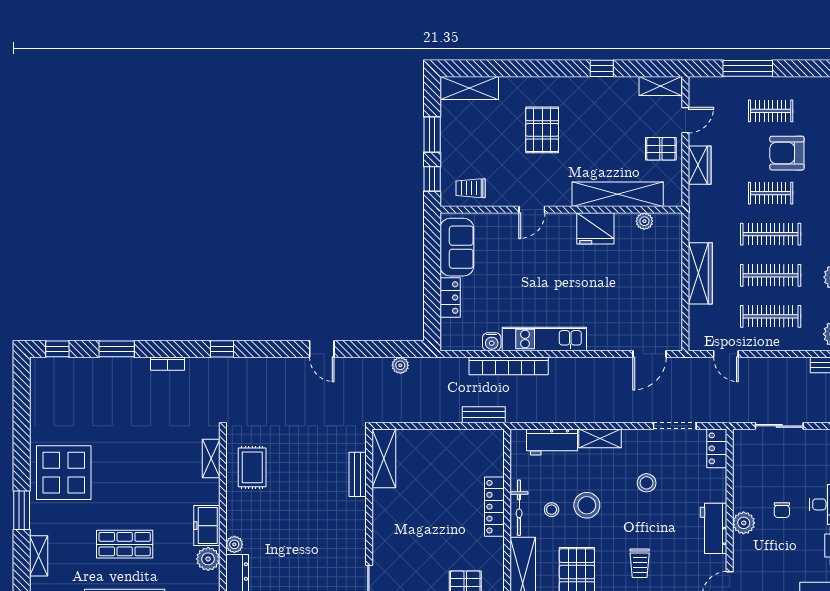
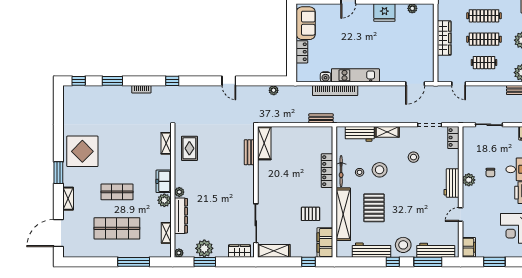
clothes rail: (771, 316) -> (484, 63), width x0.73
trolley: (640, 563) -> (410, 203), removed

